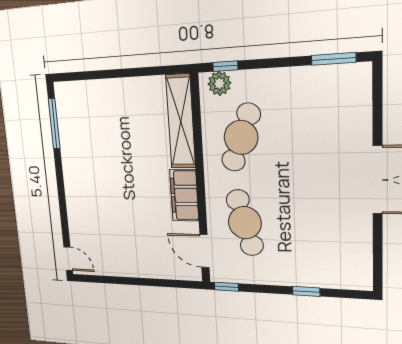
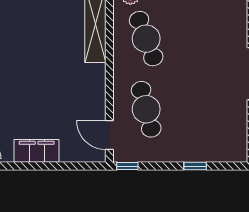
cafe table: (241, 137) -> (146, 39), turned -42
filing cabinet: (184, 195) -> (37, 151), moved, turned 90

